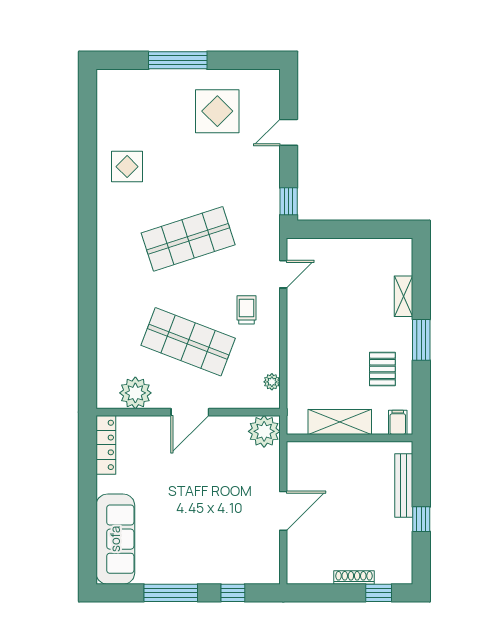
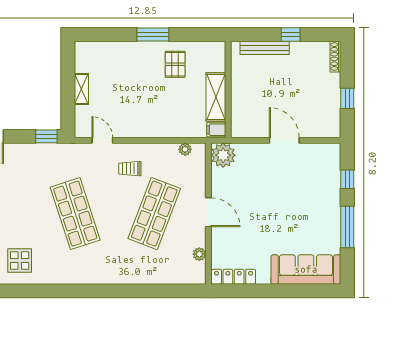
shelving: (404, 296) -> (81, 89), moved, turned 90
pallet: (382, 369) -> (175, 64), turned 90
plant: (135, 393) -> (199, 254), width x0.53, depth x0.53
filing cabinet: (398, 422) -> (216, 130), moved
shoe rack: (354, 577) -> (335, 57), moved
window: (379, 593) -> (347, 98), moved

